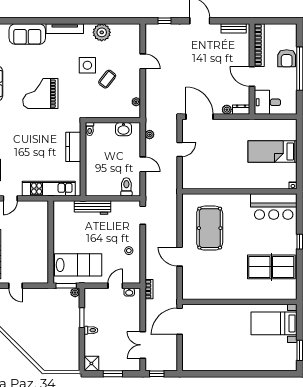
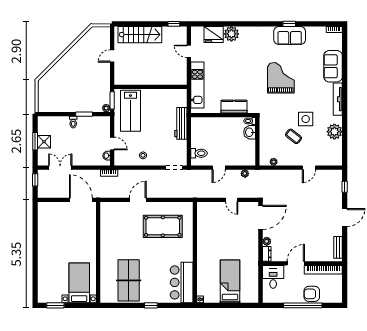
washbasin: (123, 129) -> (250, 132), moved
shower: (91, 363) -> (44, 142), moved

